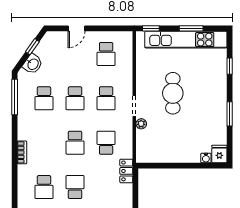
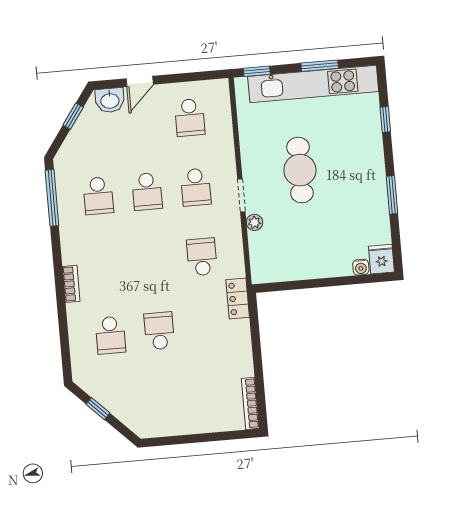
washbasin: (33, 64) -> (110, 100), moved, turned 55
school desk: (75, 143) -> (153, 261), removed

